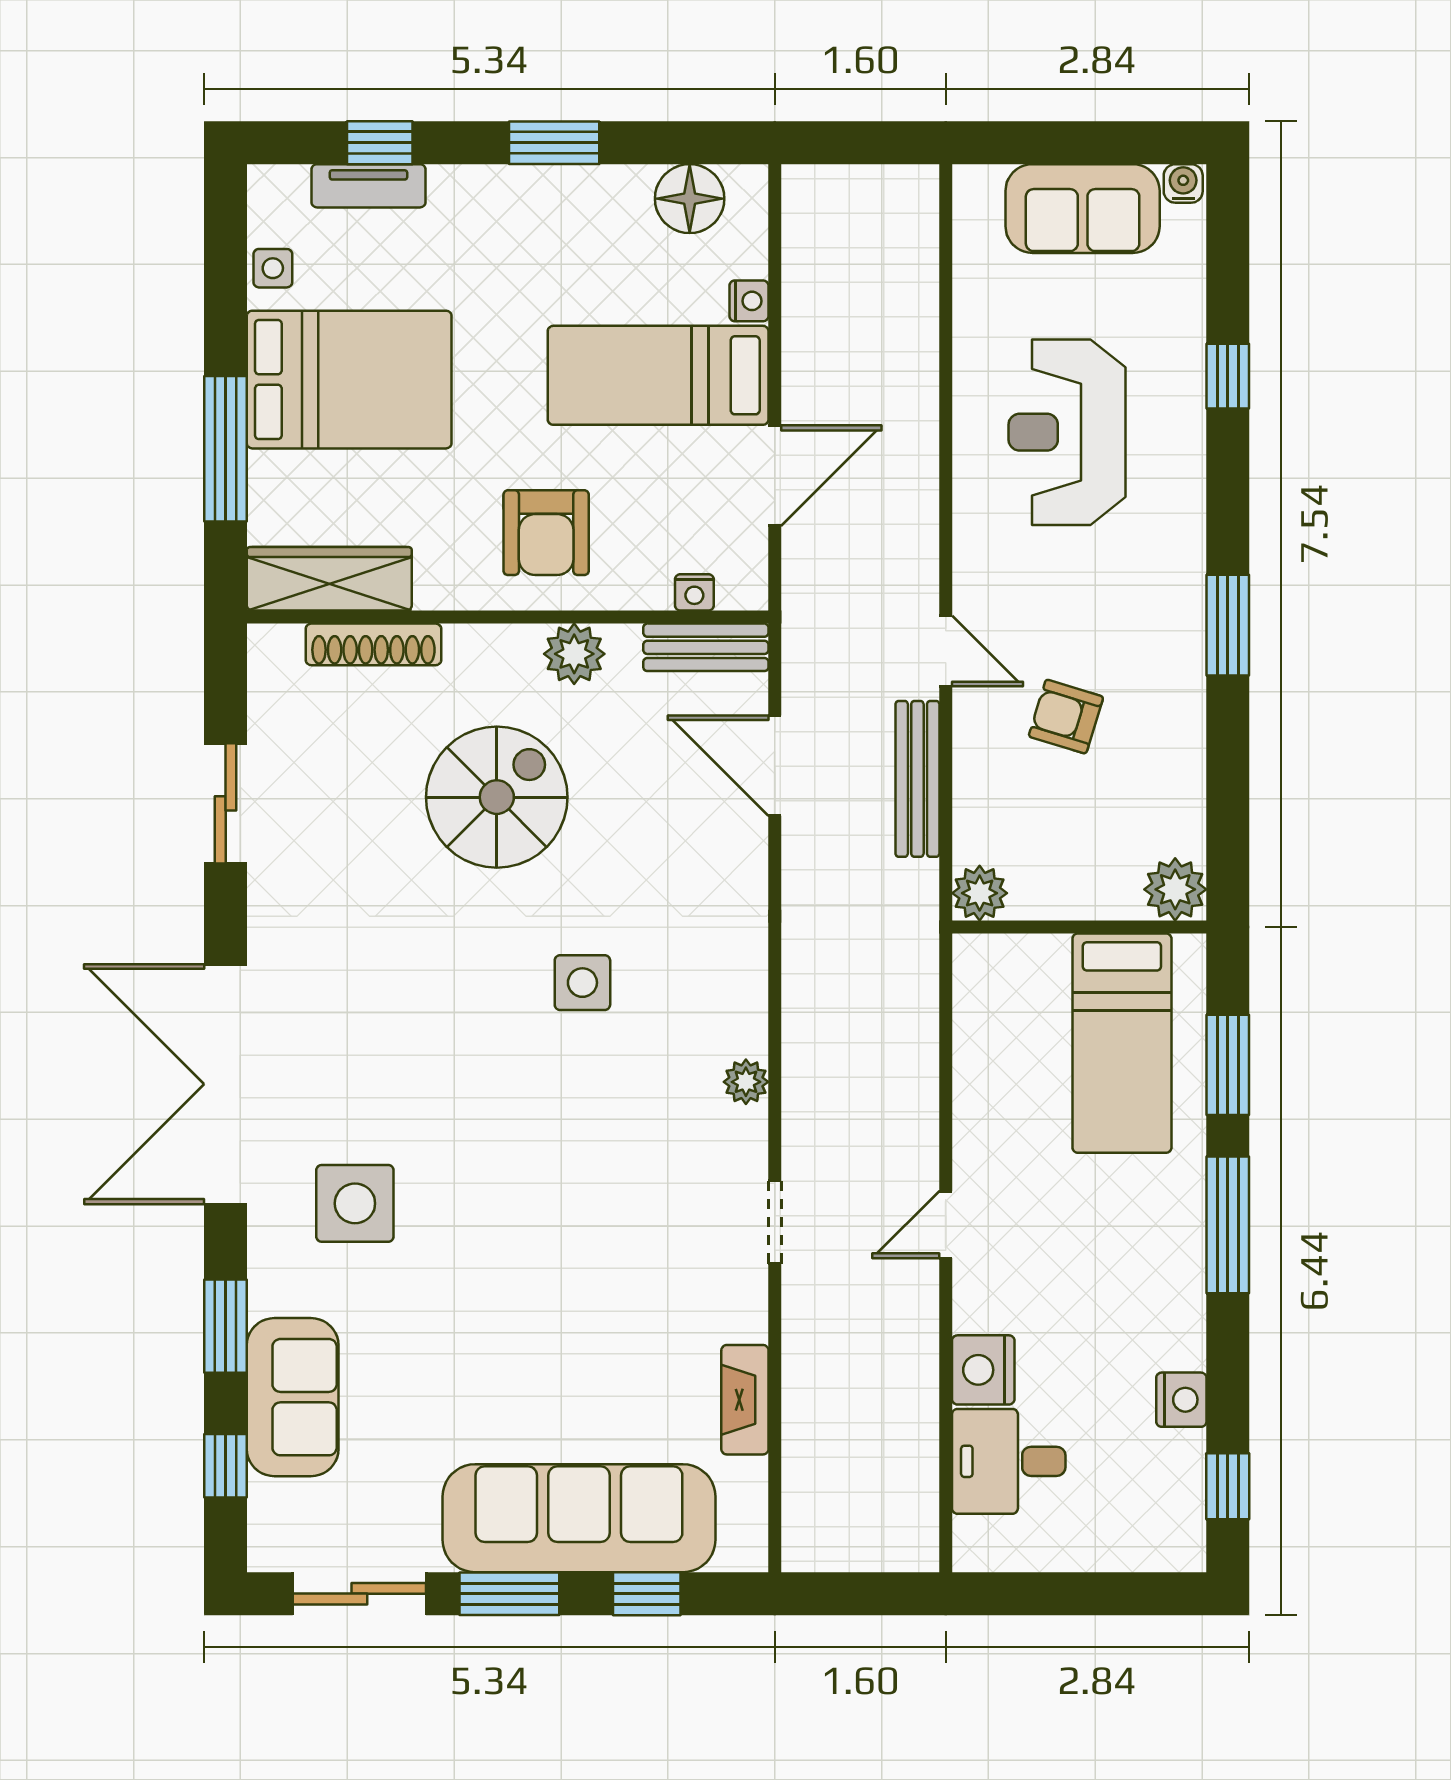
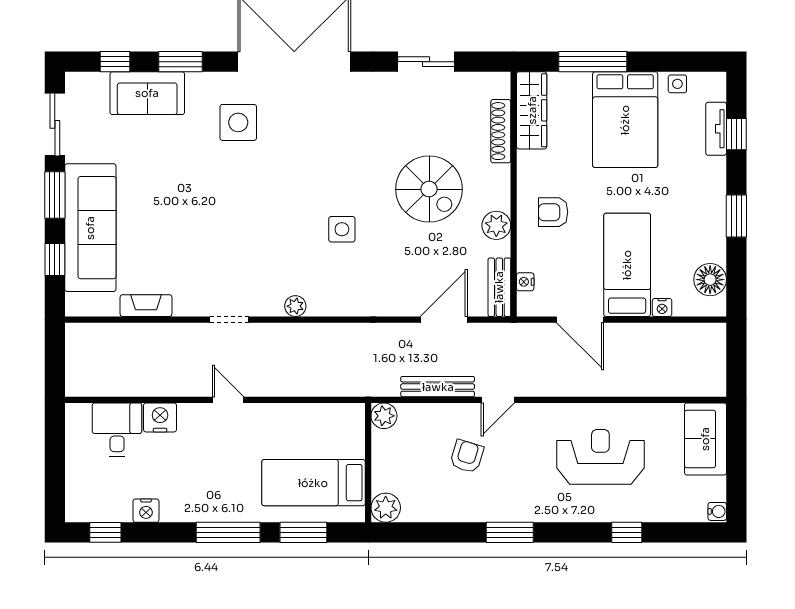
sofa: (1083, 209) -> (705, 439), moved
armchair: (546, 533) -> (553, 212), width x0.72, depth x0.72

